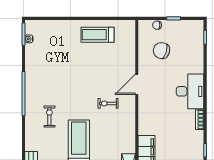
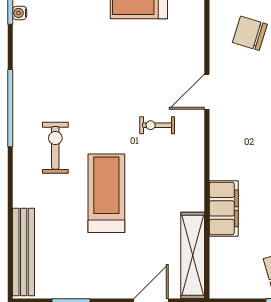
exercise bike: (49, 117) -> (55, 148), width x1.38, depth x1.39

